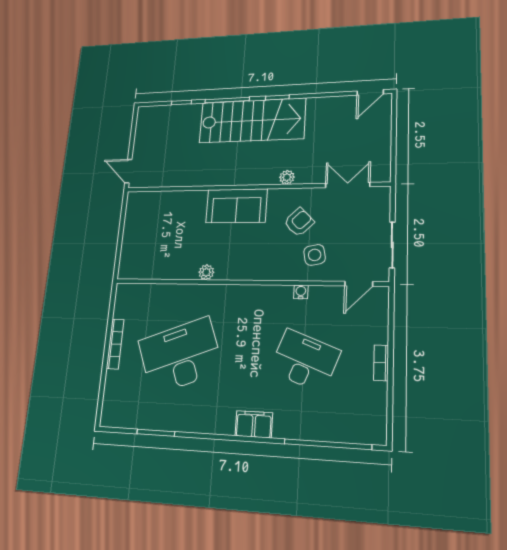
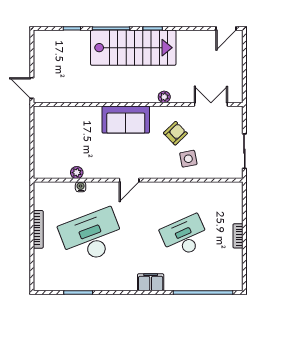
plant: (206, 272) -> (77, 173), moved
door: (359, 284) -> (129, 180), moved
water cooler: (301, 292) -> (81, 187), moved
desk: (305, 361) -> (185, 236), turned -45

